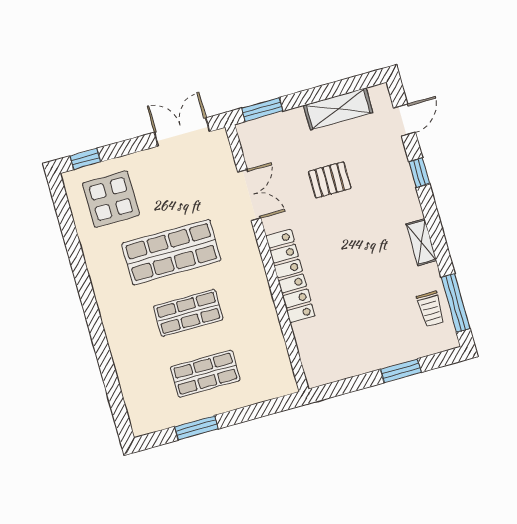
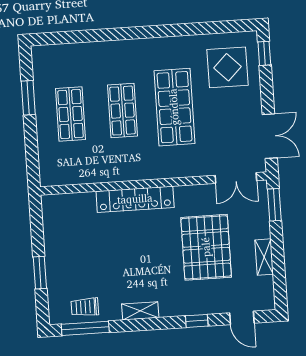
shelving: (338, 109) -> (264, 257), width x0.67, depth x0.75
pallet: (330, 180) -> (206, 247), width x2.05, depth x2.00
double door: (249, 195) -> (236, 178), moved

